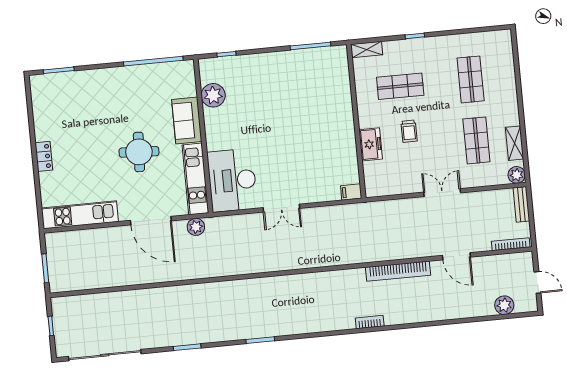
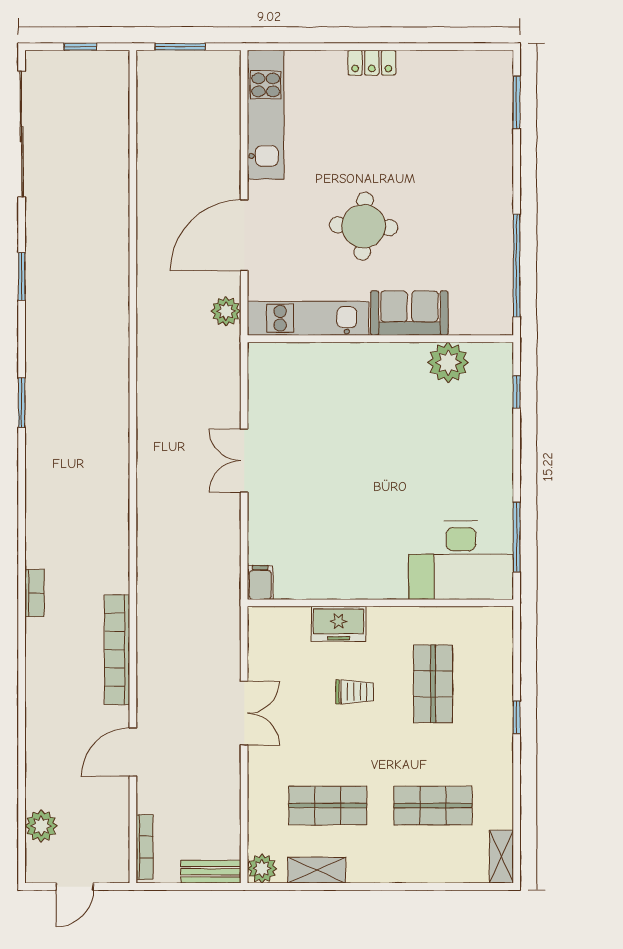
shelving: (367, 50) -> (501, 857), moved
trolley: (409, 131) -> (355, 692), turned 180
desk: (232, 180) -> (461, 560), moved, turned 180
double door: (442, 193) -> (244, 713), moved

